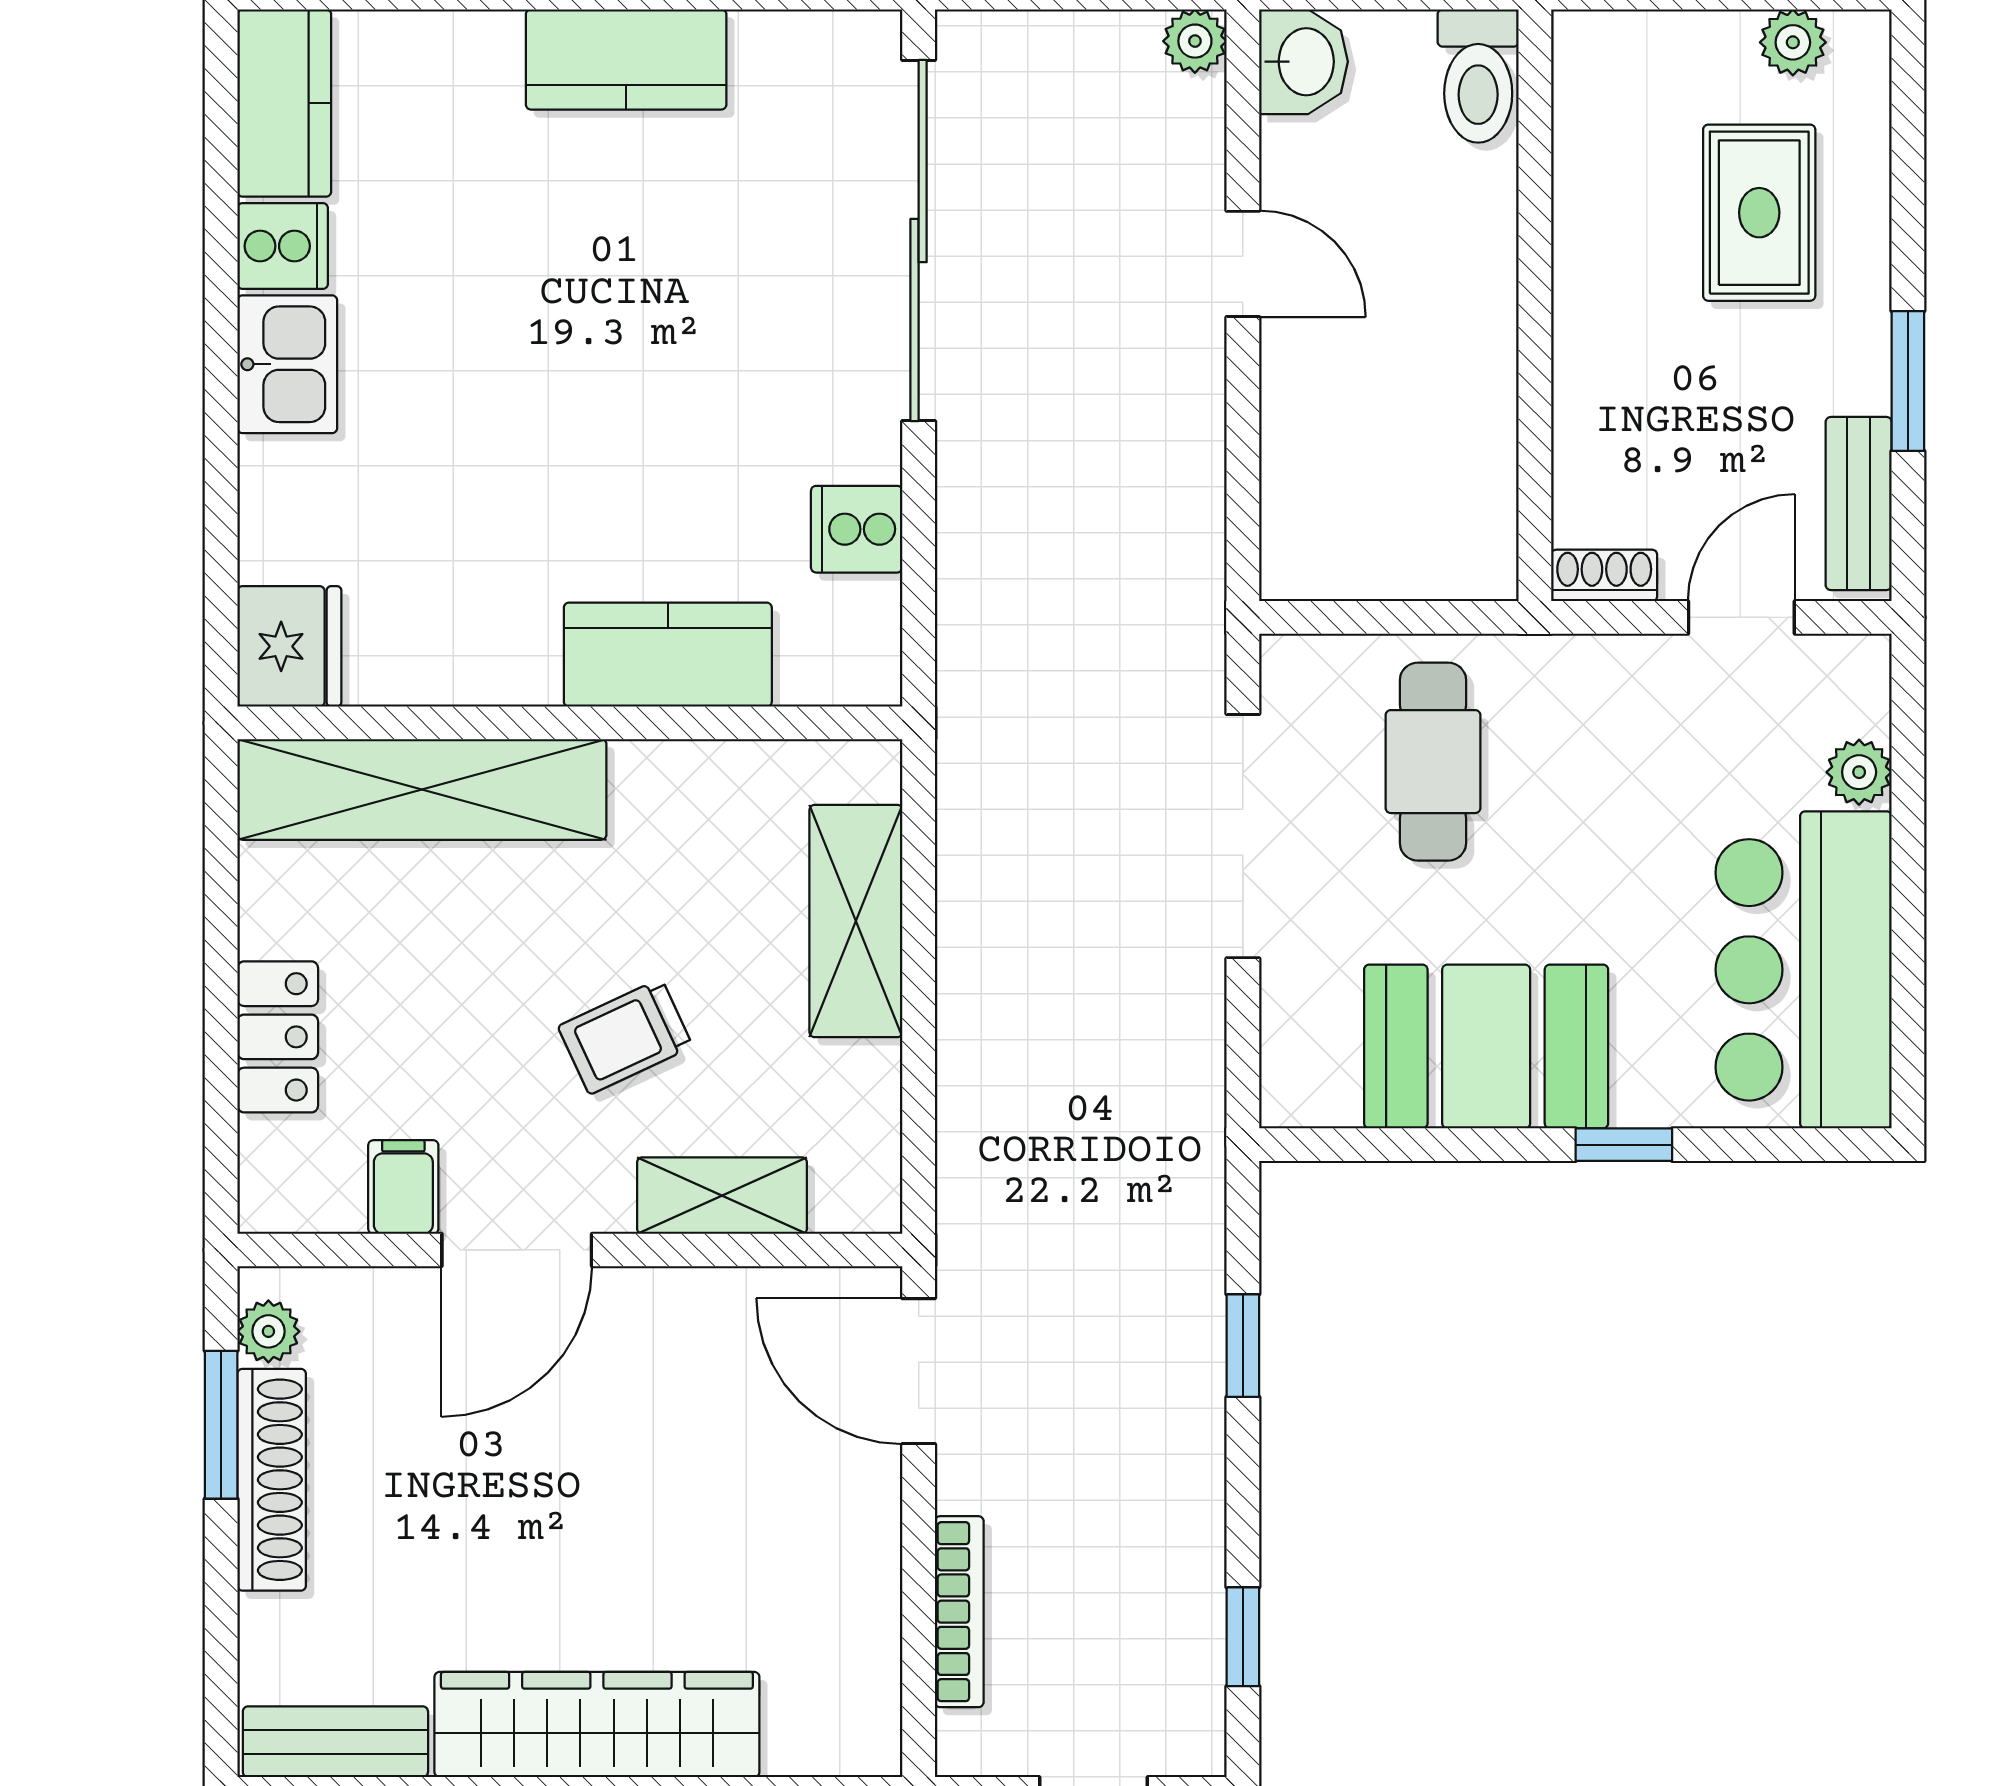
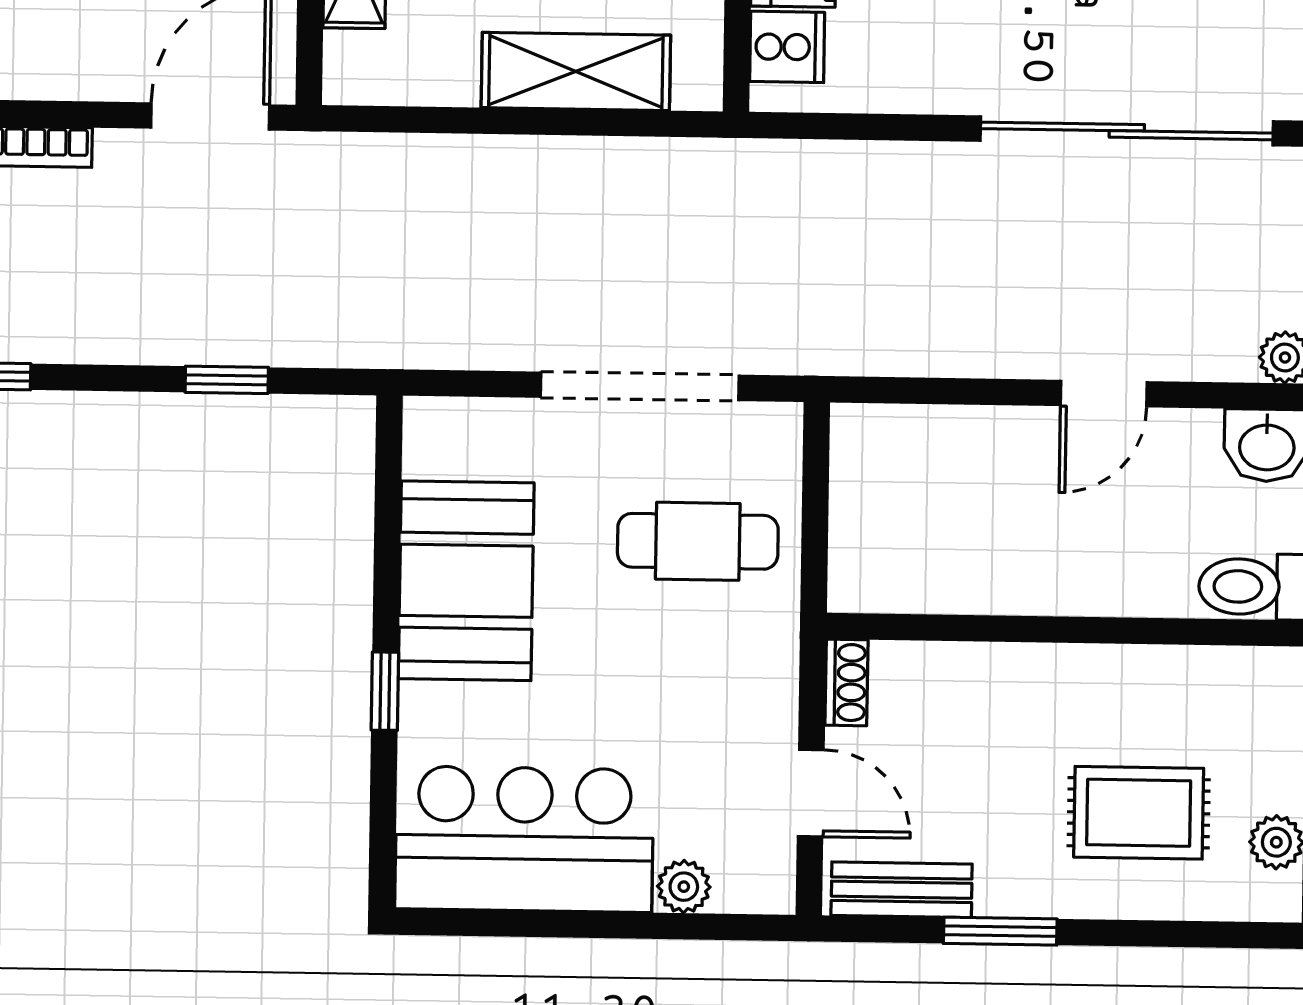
cooker: (857, 529) -> (787, 47), moved, turned 90

